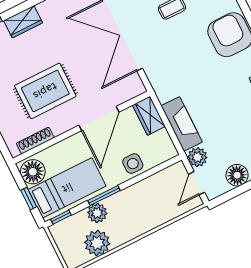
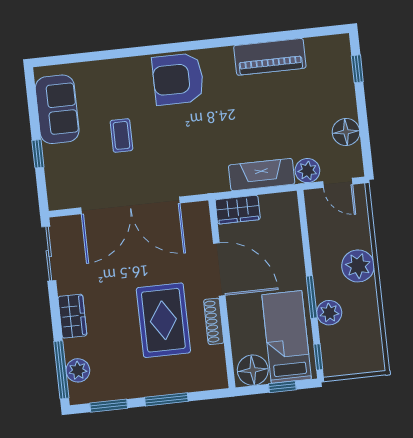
shoe rack: (35, 141) -> (214, 321), moved
side table: (133, 164) -> (287, 249), removed
plant: (97, 243) -> (358, 266), moved

